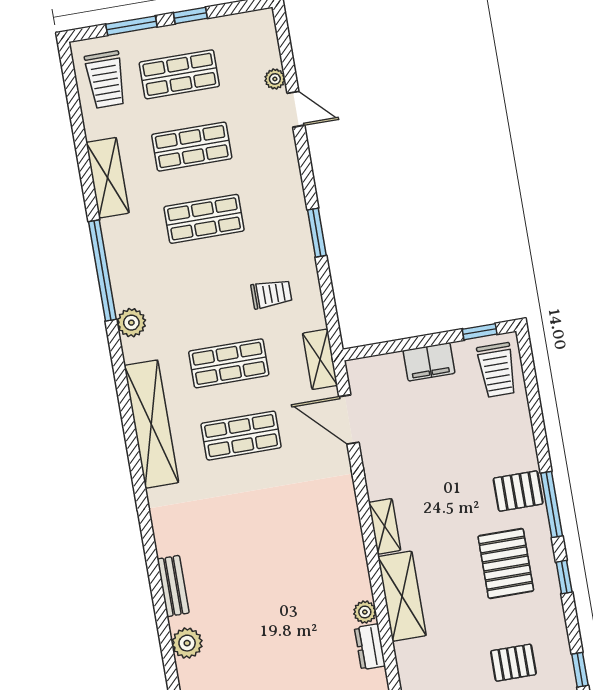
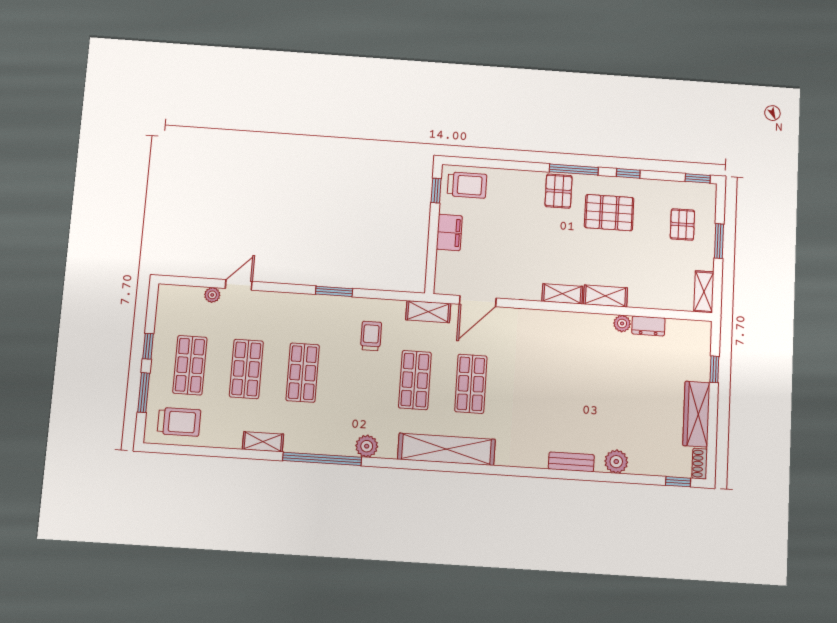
shelving: (108, 178) -> (263, 442), width x0.67, depth x0.75
shelving: (402, 596) -> (605, 296), width x0.67, depth x0.75

